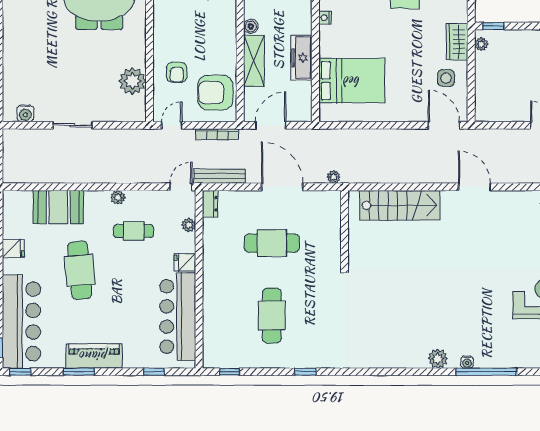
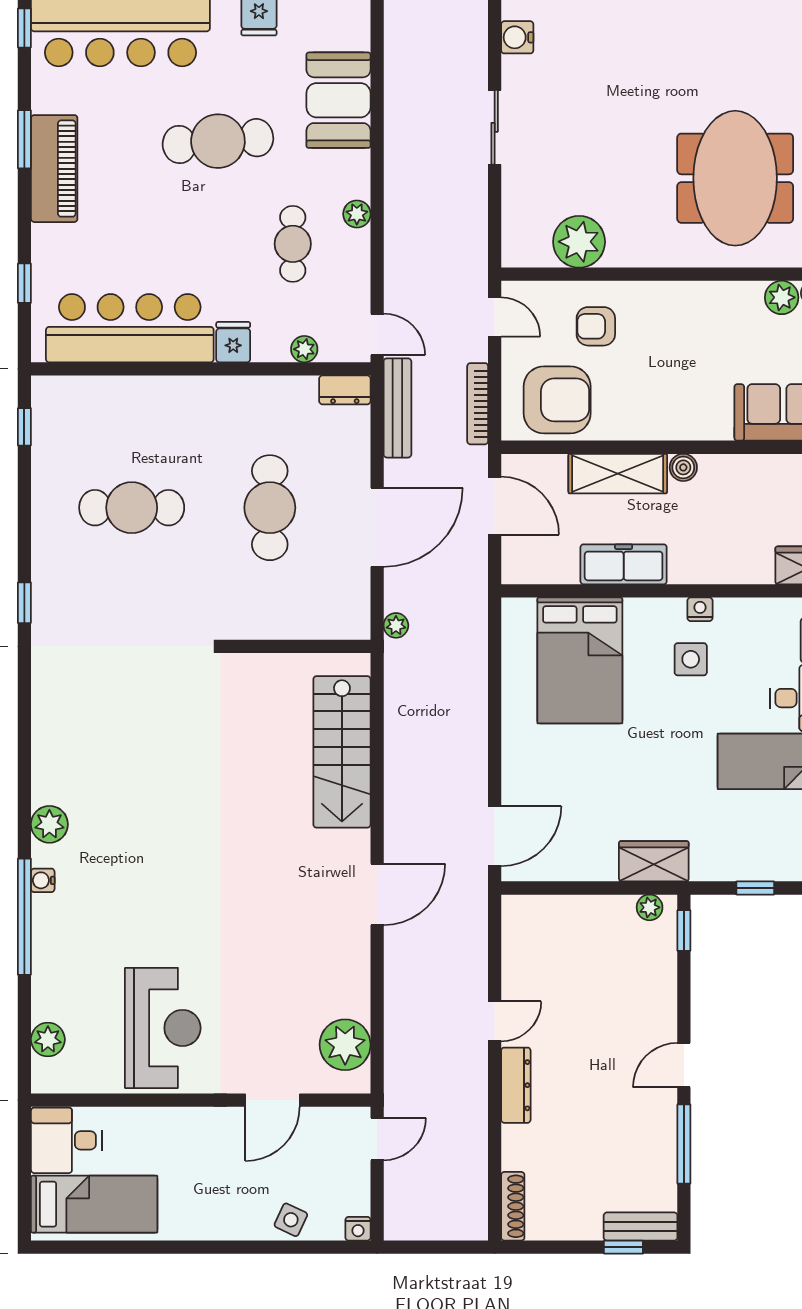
side table: (446, 78) -> (691, 659), moved
armchair: (215, 93) -> (557, 400), turned 90
window: (305, 372) -> (24, 603), moved

